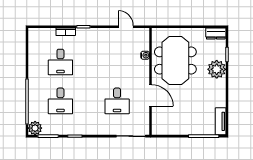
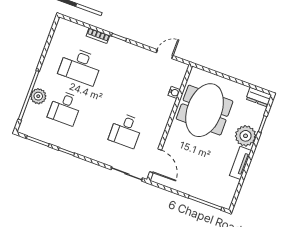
door: (126, 27) -> (165, 54), hinge flipped
desk: (60, 62) -> (80, 66), width x1.37
door: (151, 95) -> (156, 161), moved
tv unit: (221, 121) -> (240, 163), moved
plant: (35, 128) -> (38, 96), moved

